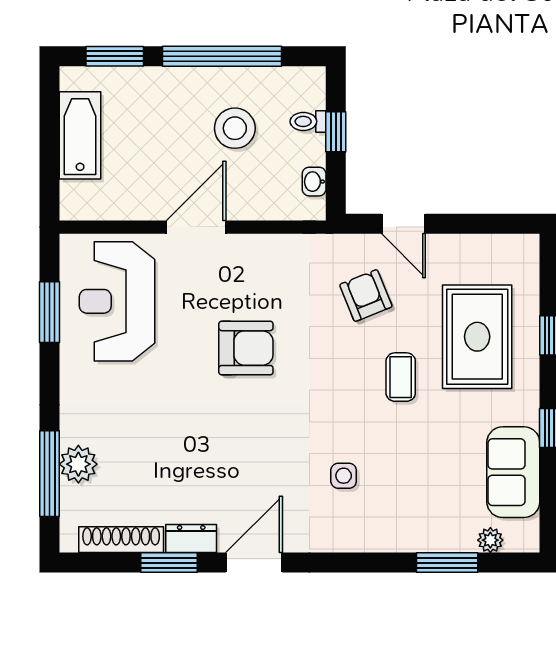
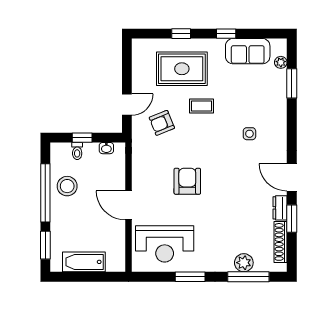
stool: (235, 128) -> (67, 186), moved
window: (50, 312) -> (190, 277), moved

